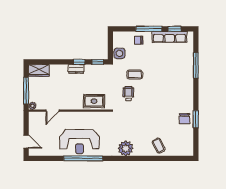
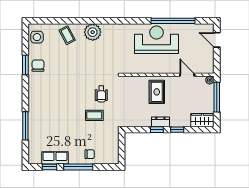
row of seats: (170, 37) -> (55, 158), width x0.68
side table: (119, 53) -> (37, 37), moved
window: (98, 62) -> (177, 130), moved
rug: (94, 101) -> (157, 92), moved, turned 90
door: (52, 111) -> (187, 75), hinge flipped
plant: (126, 148) -> (93, 32), moved
window: (83, 158) -> (173, 21), moved

